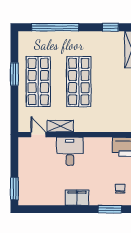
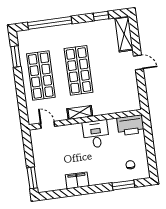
window: (14, 74) -> (16, 56), moved
shelving: (60, 126) -> (80, 112), moved
desk: (70, 151) -> (96, 134), moved
filing cabinet: (77, 198) -> (77, 180), moved

